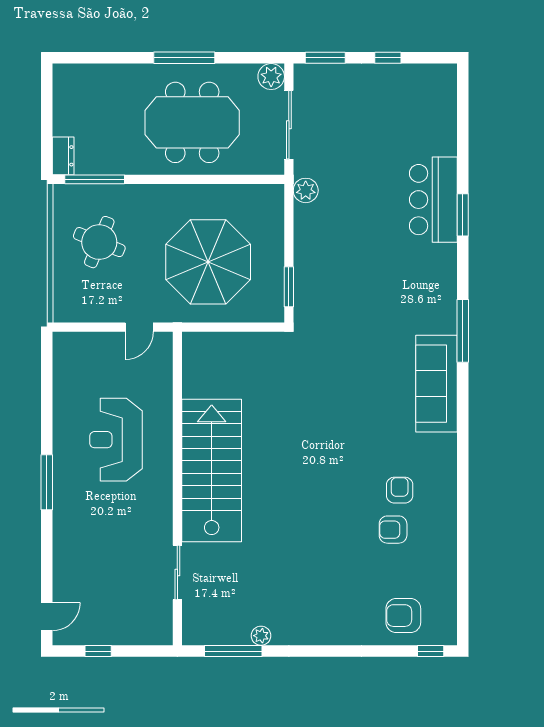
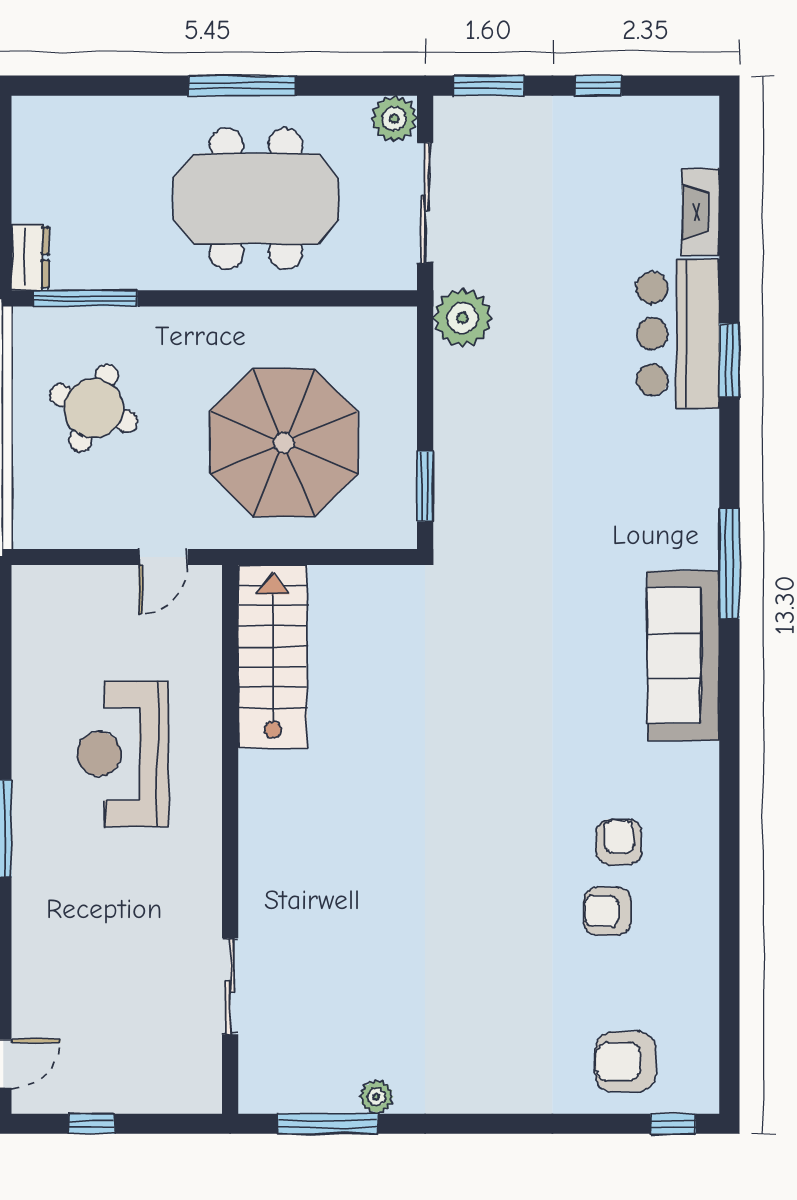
fireplace: (446, 130) -> (701, 212), added
plant: (306, 190) -> (462, 318), width x1.36, depth x1.36
stairs: (212, 470) -> (273, 656), moved, width x0.73, depth x0.66

